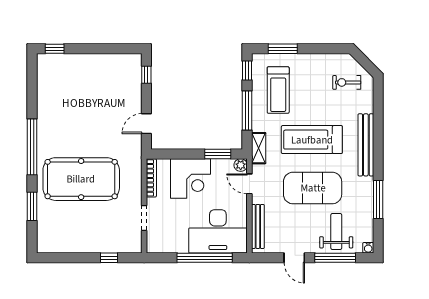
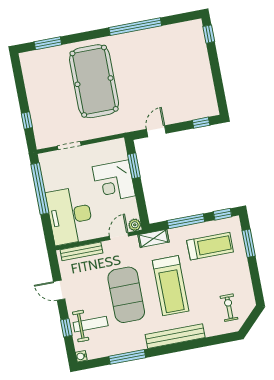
treadmill: (278, 90) -> (210, 246), turned 180
door: (146, 124) -> (156, 131), hinge flipped
treadmill: (312, 140) -> (171, 286), turned 180
window: (32, 147) -> (135, 27), moved
window: (218, 154) -> (134, 166), moved
bookcase: (151, 178) -> (107, 145), removed
window: (32, 206) -> (48, 43), moved
window: (205, 258) -> (40, 189), moved
door: (294, 258) -> (59, 290), hinge flipped
window: (335, 258) -> (66, 328), width x0.46

